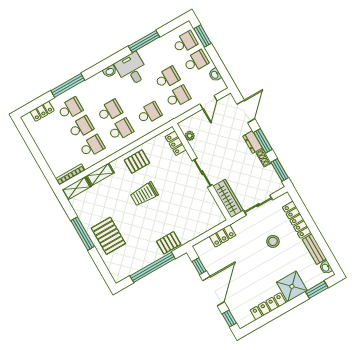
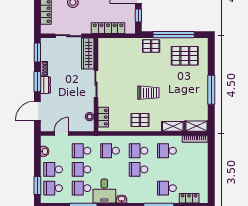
school desk: (81, 127) -> (82, 188), moved
pallet: (108, 236) -> (185, 56), moved, turned 90
locker: (223, 236) -> (108, 28), width x1.53

